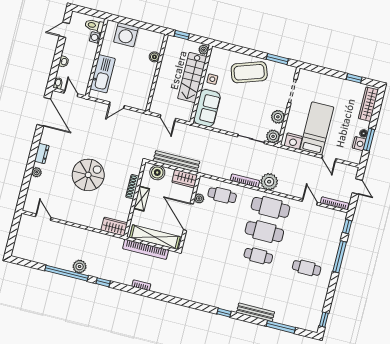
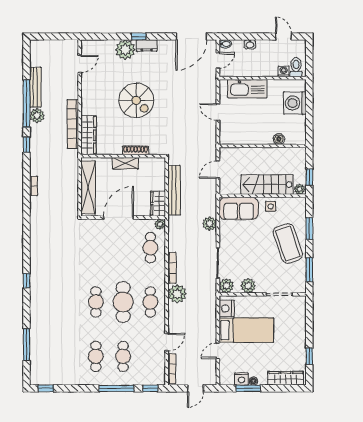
window: (182, 35) -> (309, 177), moved
window: (241, 50) -> (309, 229), added
plant: (214, 137) -> (210, 224), added
window: (32, 158) -> (139, 36), added
plant: (37, 172) -> (125, 50), width x1.88, depth x1.88
boiler: (157, 172) -> (157, 173), removed
plant: (199, 198) -> (160, 224), moved
cafe table: (270, 207) -> (150, 302), width x0.73, depth x0.74
wardrobe: (114, 227) -> (89, 135), width x1.50
cafe table: (313, 244) -> (123, 356), added
bookcase: (146, 249) -> (73, 124), moved
bench: (255, 312) -> (35, 87), moved

